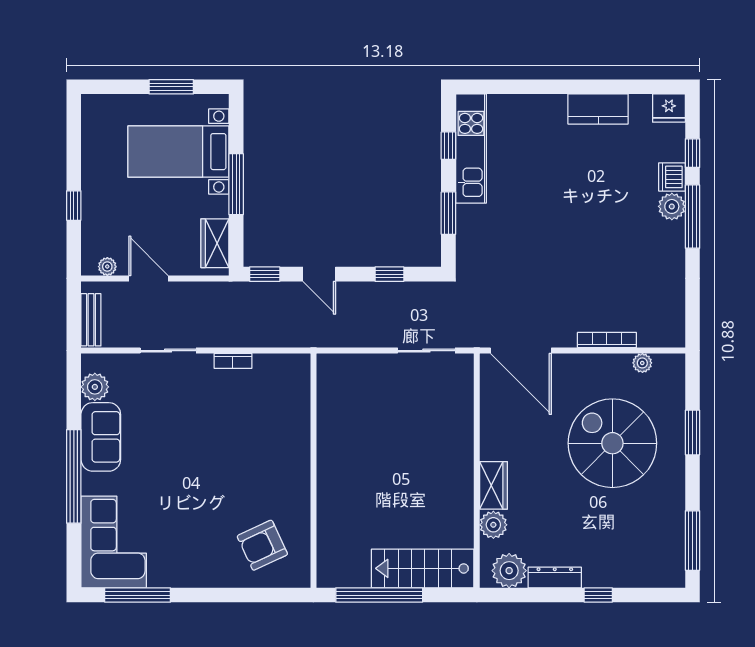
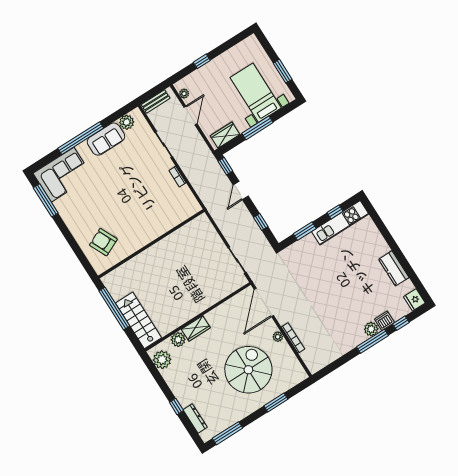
plant: (642, 363) -> (278, 337), moved
dresser: (555, 577) -> (195, 418), moved

